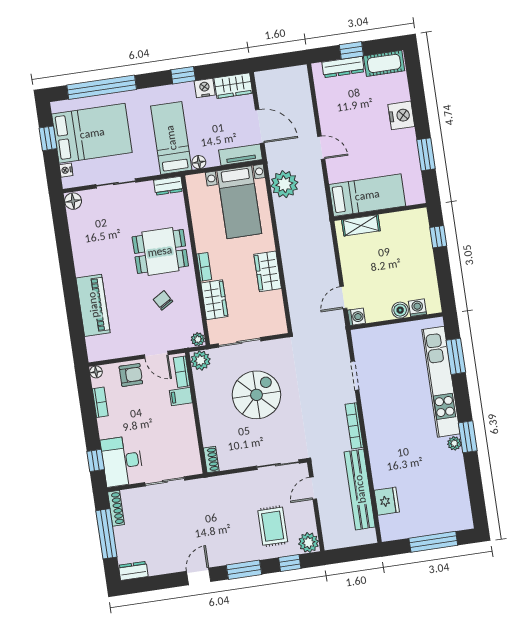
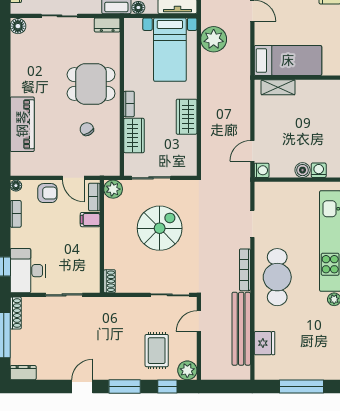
plant: (198, 339) -> (114, 170), removed
cafe table: (390, 429) -> (277, 277), added

